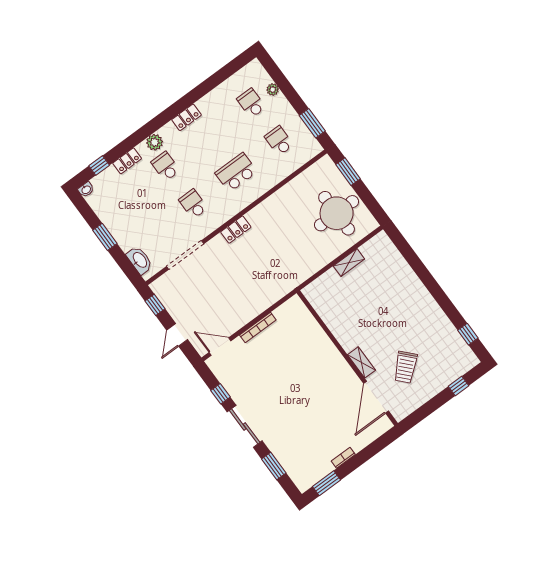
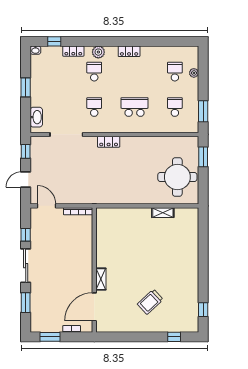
wall: (347, 358) -> (94, 270), moved
shelving: (361, 362) -> (101, 279), moved
door: (376, 397) -> (94, 307), moved

